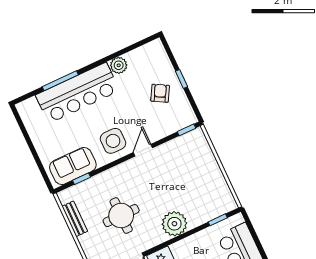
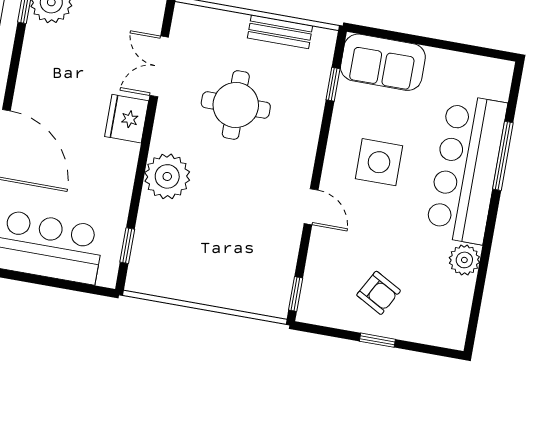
side table: (113, 141) -> (379, 162), moved
sofa: (73, 166) -> (383, 62), moved, turned 90

